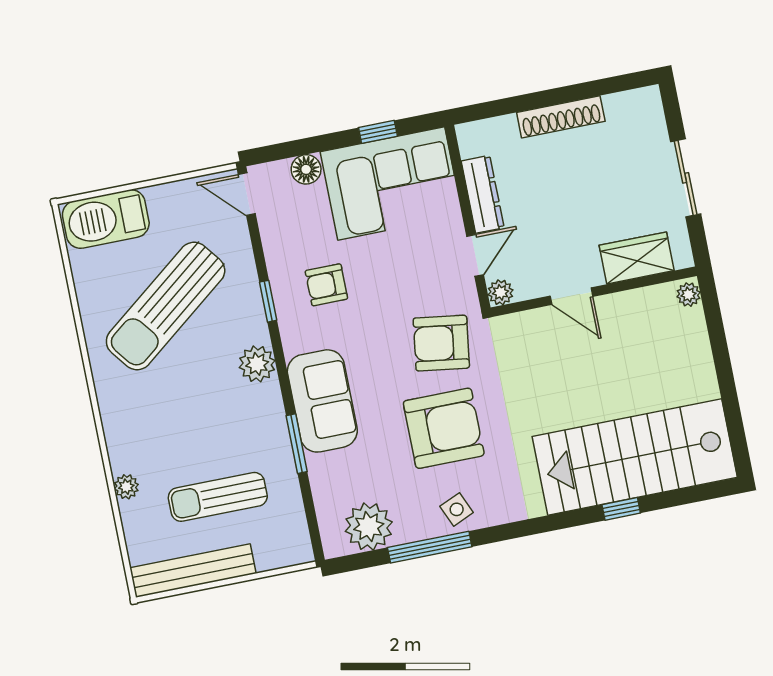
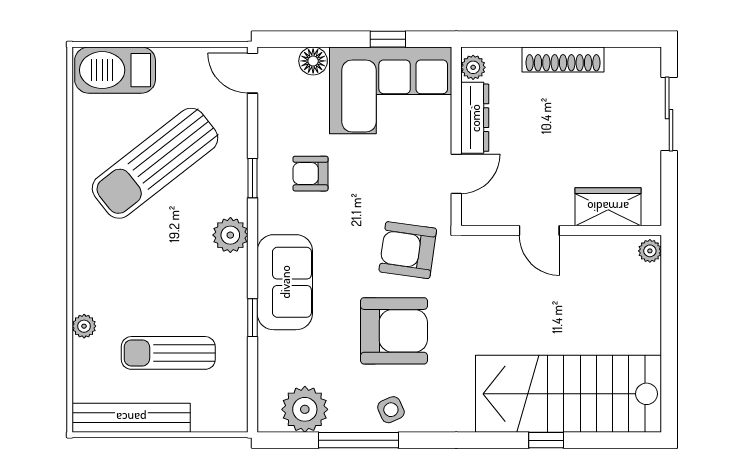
sliding door: (686, 178) -> (669, 114), moved
plant: (500, 292) -> (473, 67), moved
window: (297, 444) -> (253, 318), width x0.67

